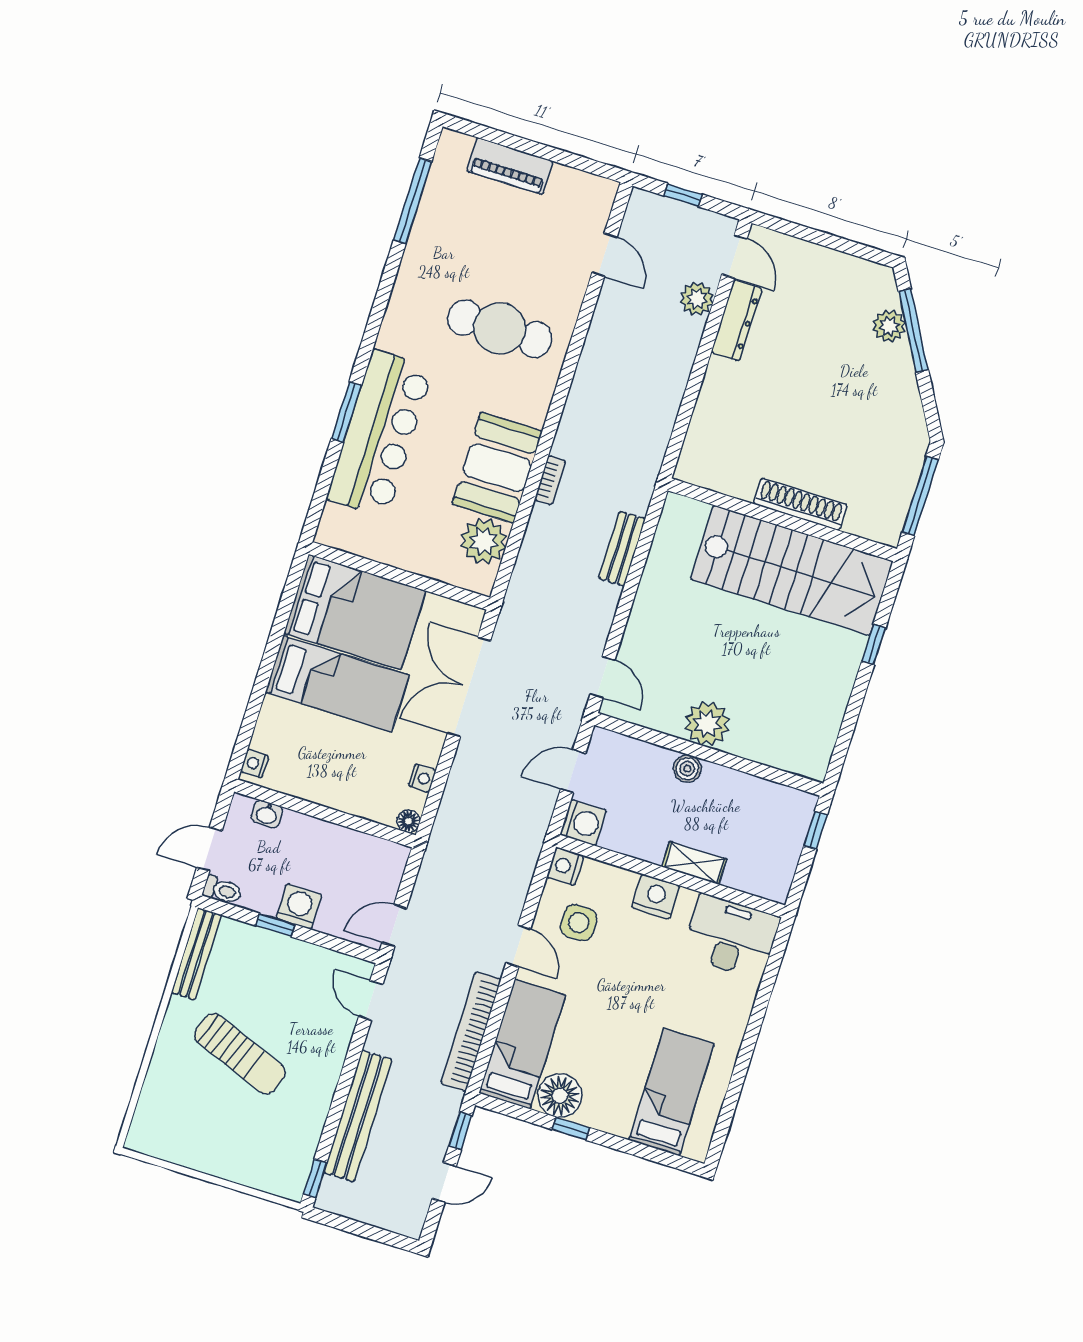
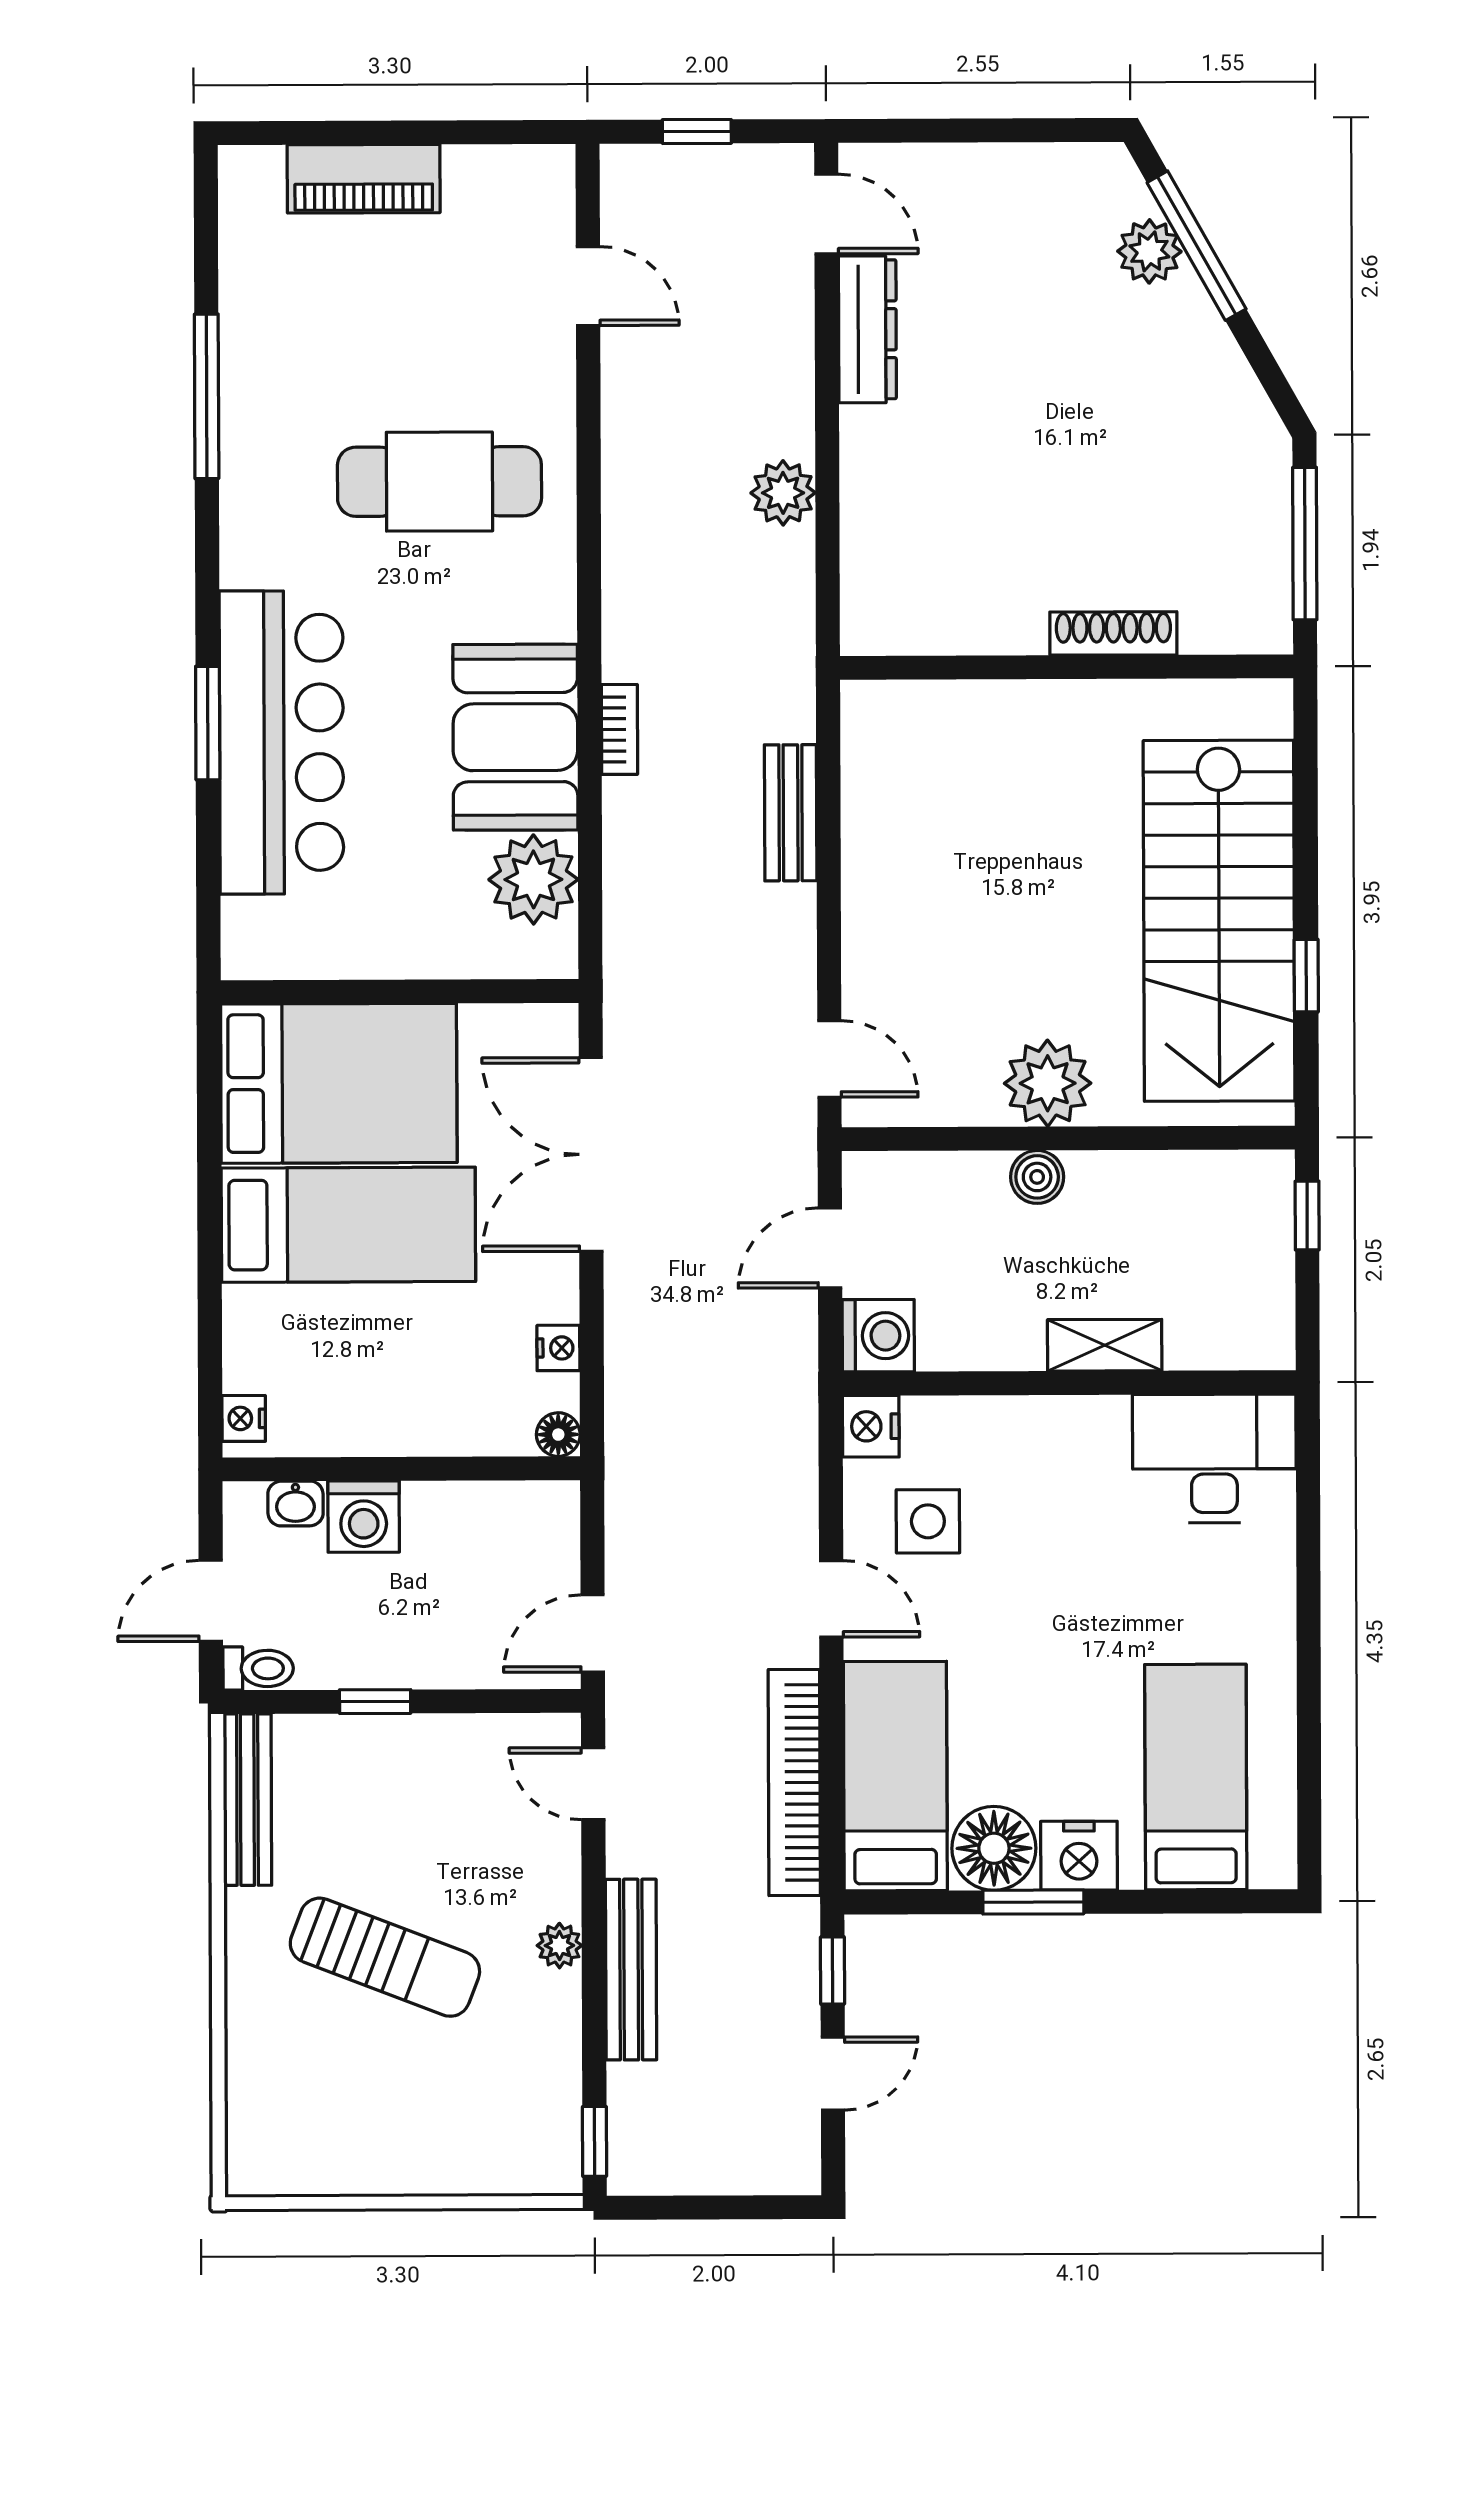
window: (413, 201) -> (207, 396), moved
plant: (697, 299) -> (783, 493), moved
shoe rack: (800, 504) -> (1113, 633), width x0.74, depth x0.81
stairs: (792, 570) -> (1219, 921), moved, turned 90
window: (874, 644) -> (1306, 976), moved
nightstand: (656, 897) -> (1079, 1856), moved, turned 180
washing machine: (299, 906) -> (364, 1517), moved, turned 180
plant: (328, 1075) -> (559, 1946), added
bench: (358, 1116) -> (631, 1970), width x0.73, depth x0.82
window: (571, 1129) -> (1033, 1902), width x1.50

